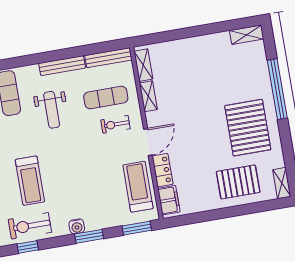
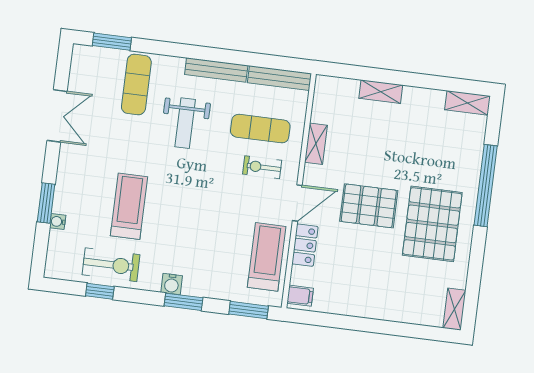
shelving: (143, 65) -> (381, 92), moved, turned 90
treadmill: (30, 181) -> (129, 206), turned 180
pallet: (238, 182) -> (369, 206), moved
filing cabinet: (169, 200) -> (300, 296), width x0.50
exercise bike: (30, 226) -> (111, 265), turned 180

